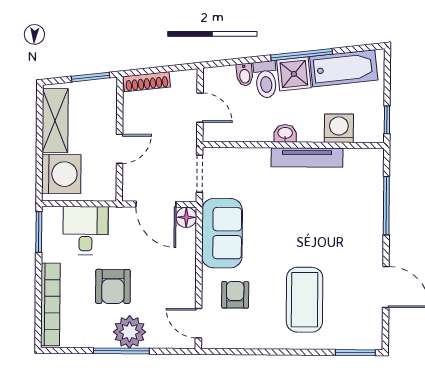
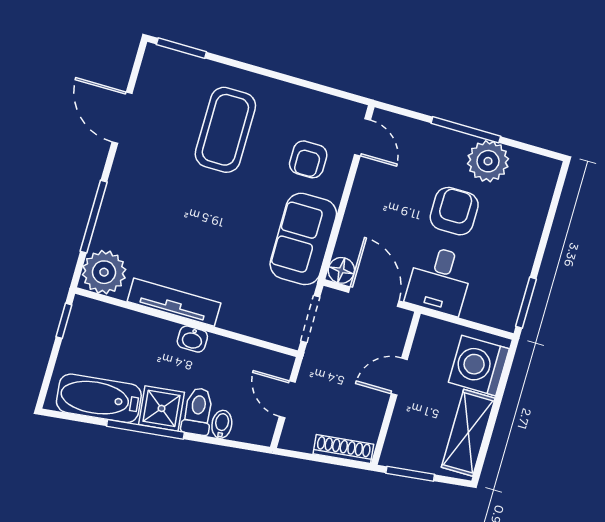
washing machine: (339, 128) -> (125, 327), removed
plant: (367, 165) -> (104, 272), added
desk: (86, 231) -> (439, 280), moved
bookcase: (50, 304) -> (536, 211), removed
plant: (130, 332) -> (488, 161), moved

